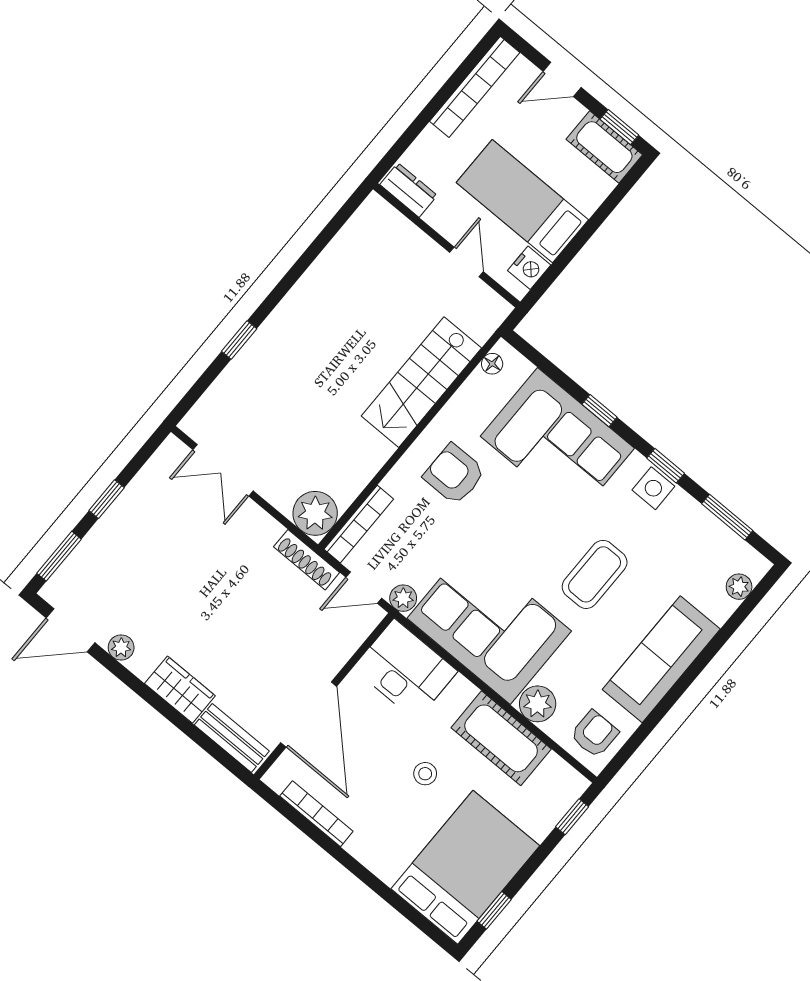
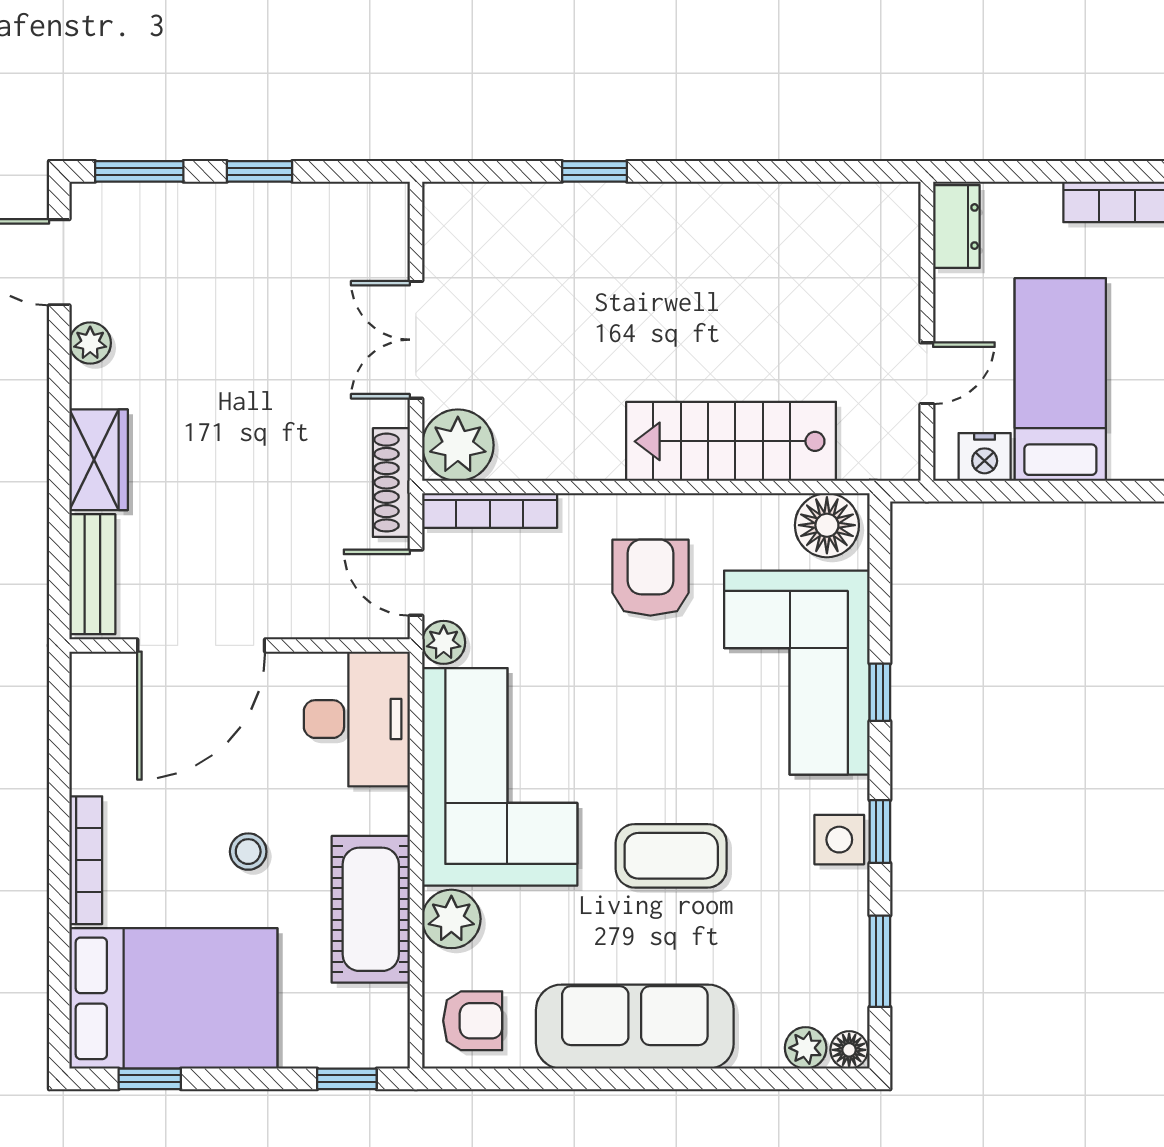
floor lamp: (492, 364) -> (827, 525), width x1.89, depth x1.89
double door: (223, 470) -> (416, 340), moved
floor lamp: (757, 567) -> (849, 1050), added
bookcase: (316, 814) -> (86, 860), moved

